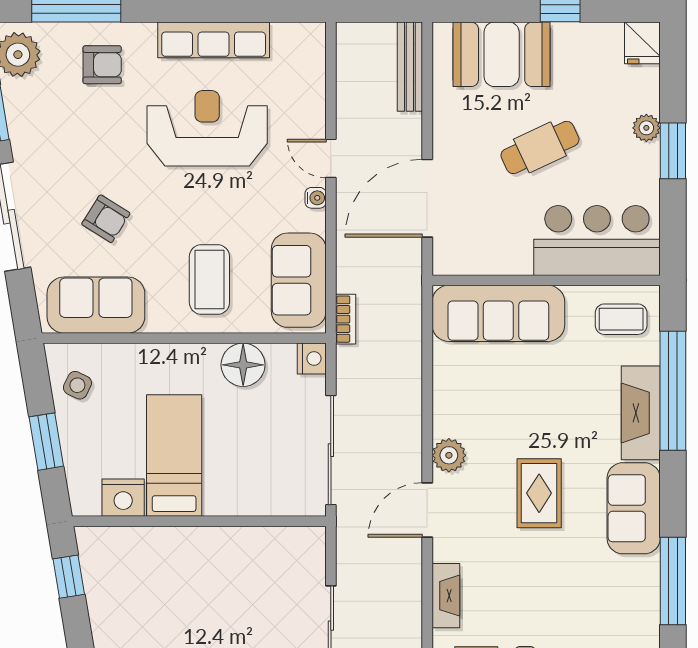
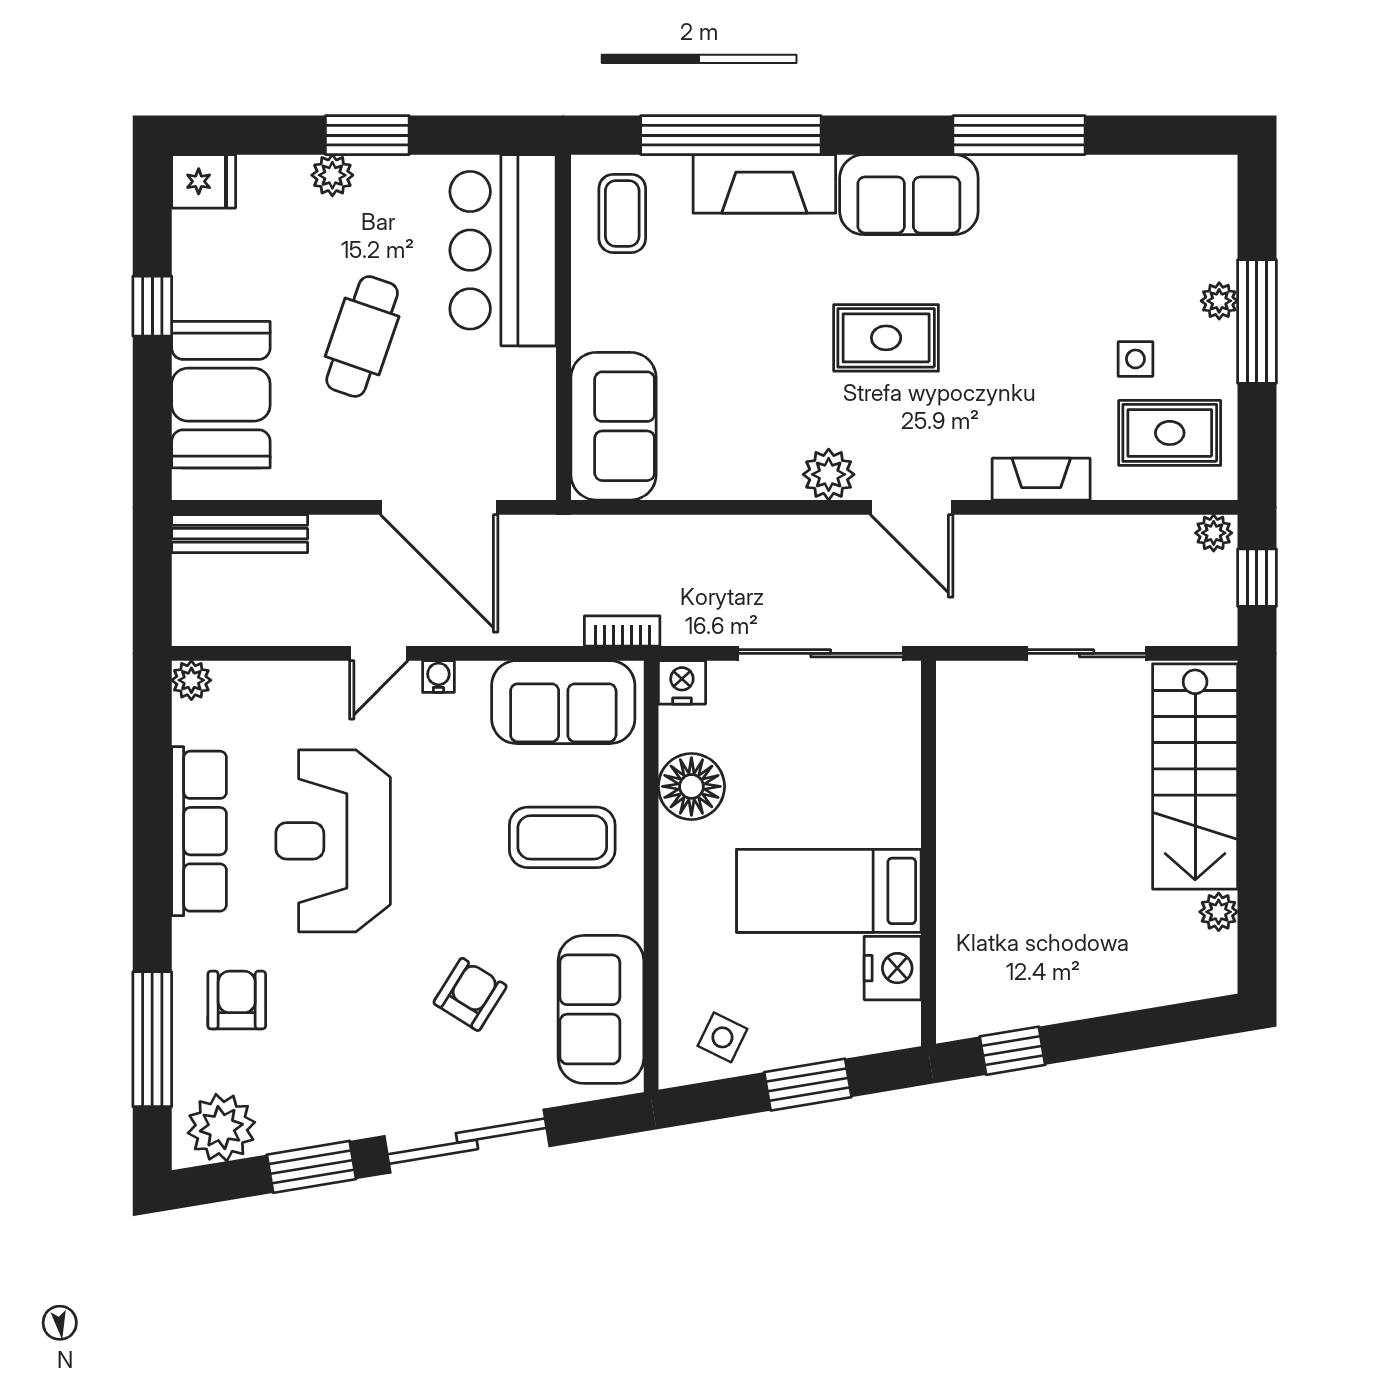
plant: (313, 35) -> (191, 680), added
cafe table: (540, 147) -> (362, 336), turned 44
sofa: (498, 313) -> (613, 426), width x0.73

